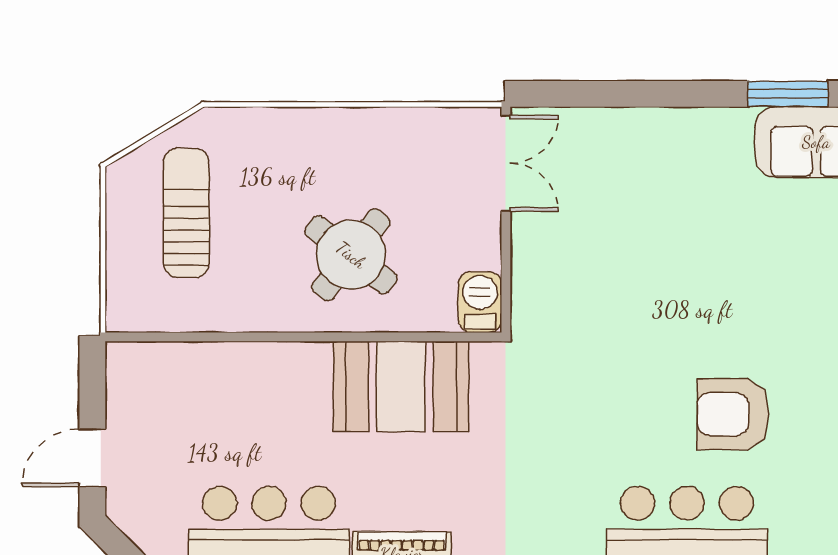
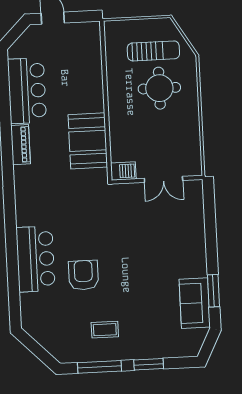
double door: (506, 163) -> (163, 179), moved
round table: (351, 255) -> (159, 88), moved, turned -38

